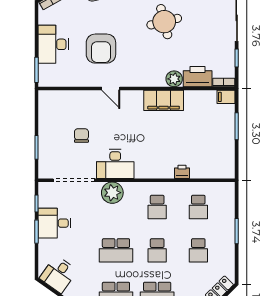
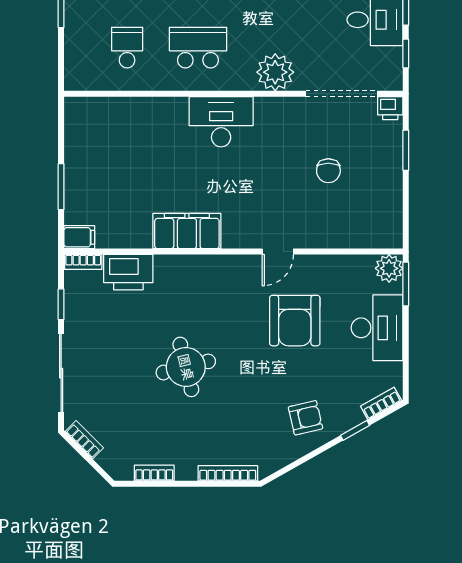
armchair: (101, 49) -> (295, 321), turned 180
plant: (174, 79) -> (389, 268), moved
door: (111, 89) -> (278, 252), swing flipped
desk: (115, 164) -> (221, 122), moved
printer: (182, 172) -> (390, 108), moved
school desk: (157, 207) -> (198, 48), width x1.85

